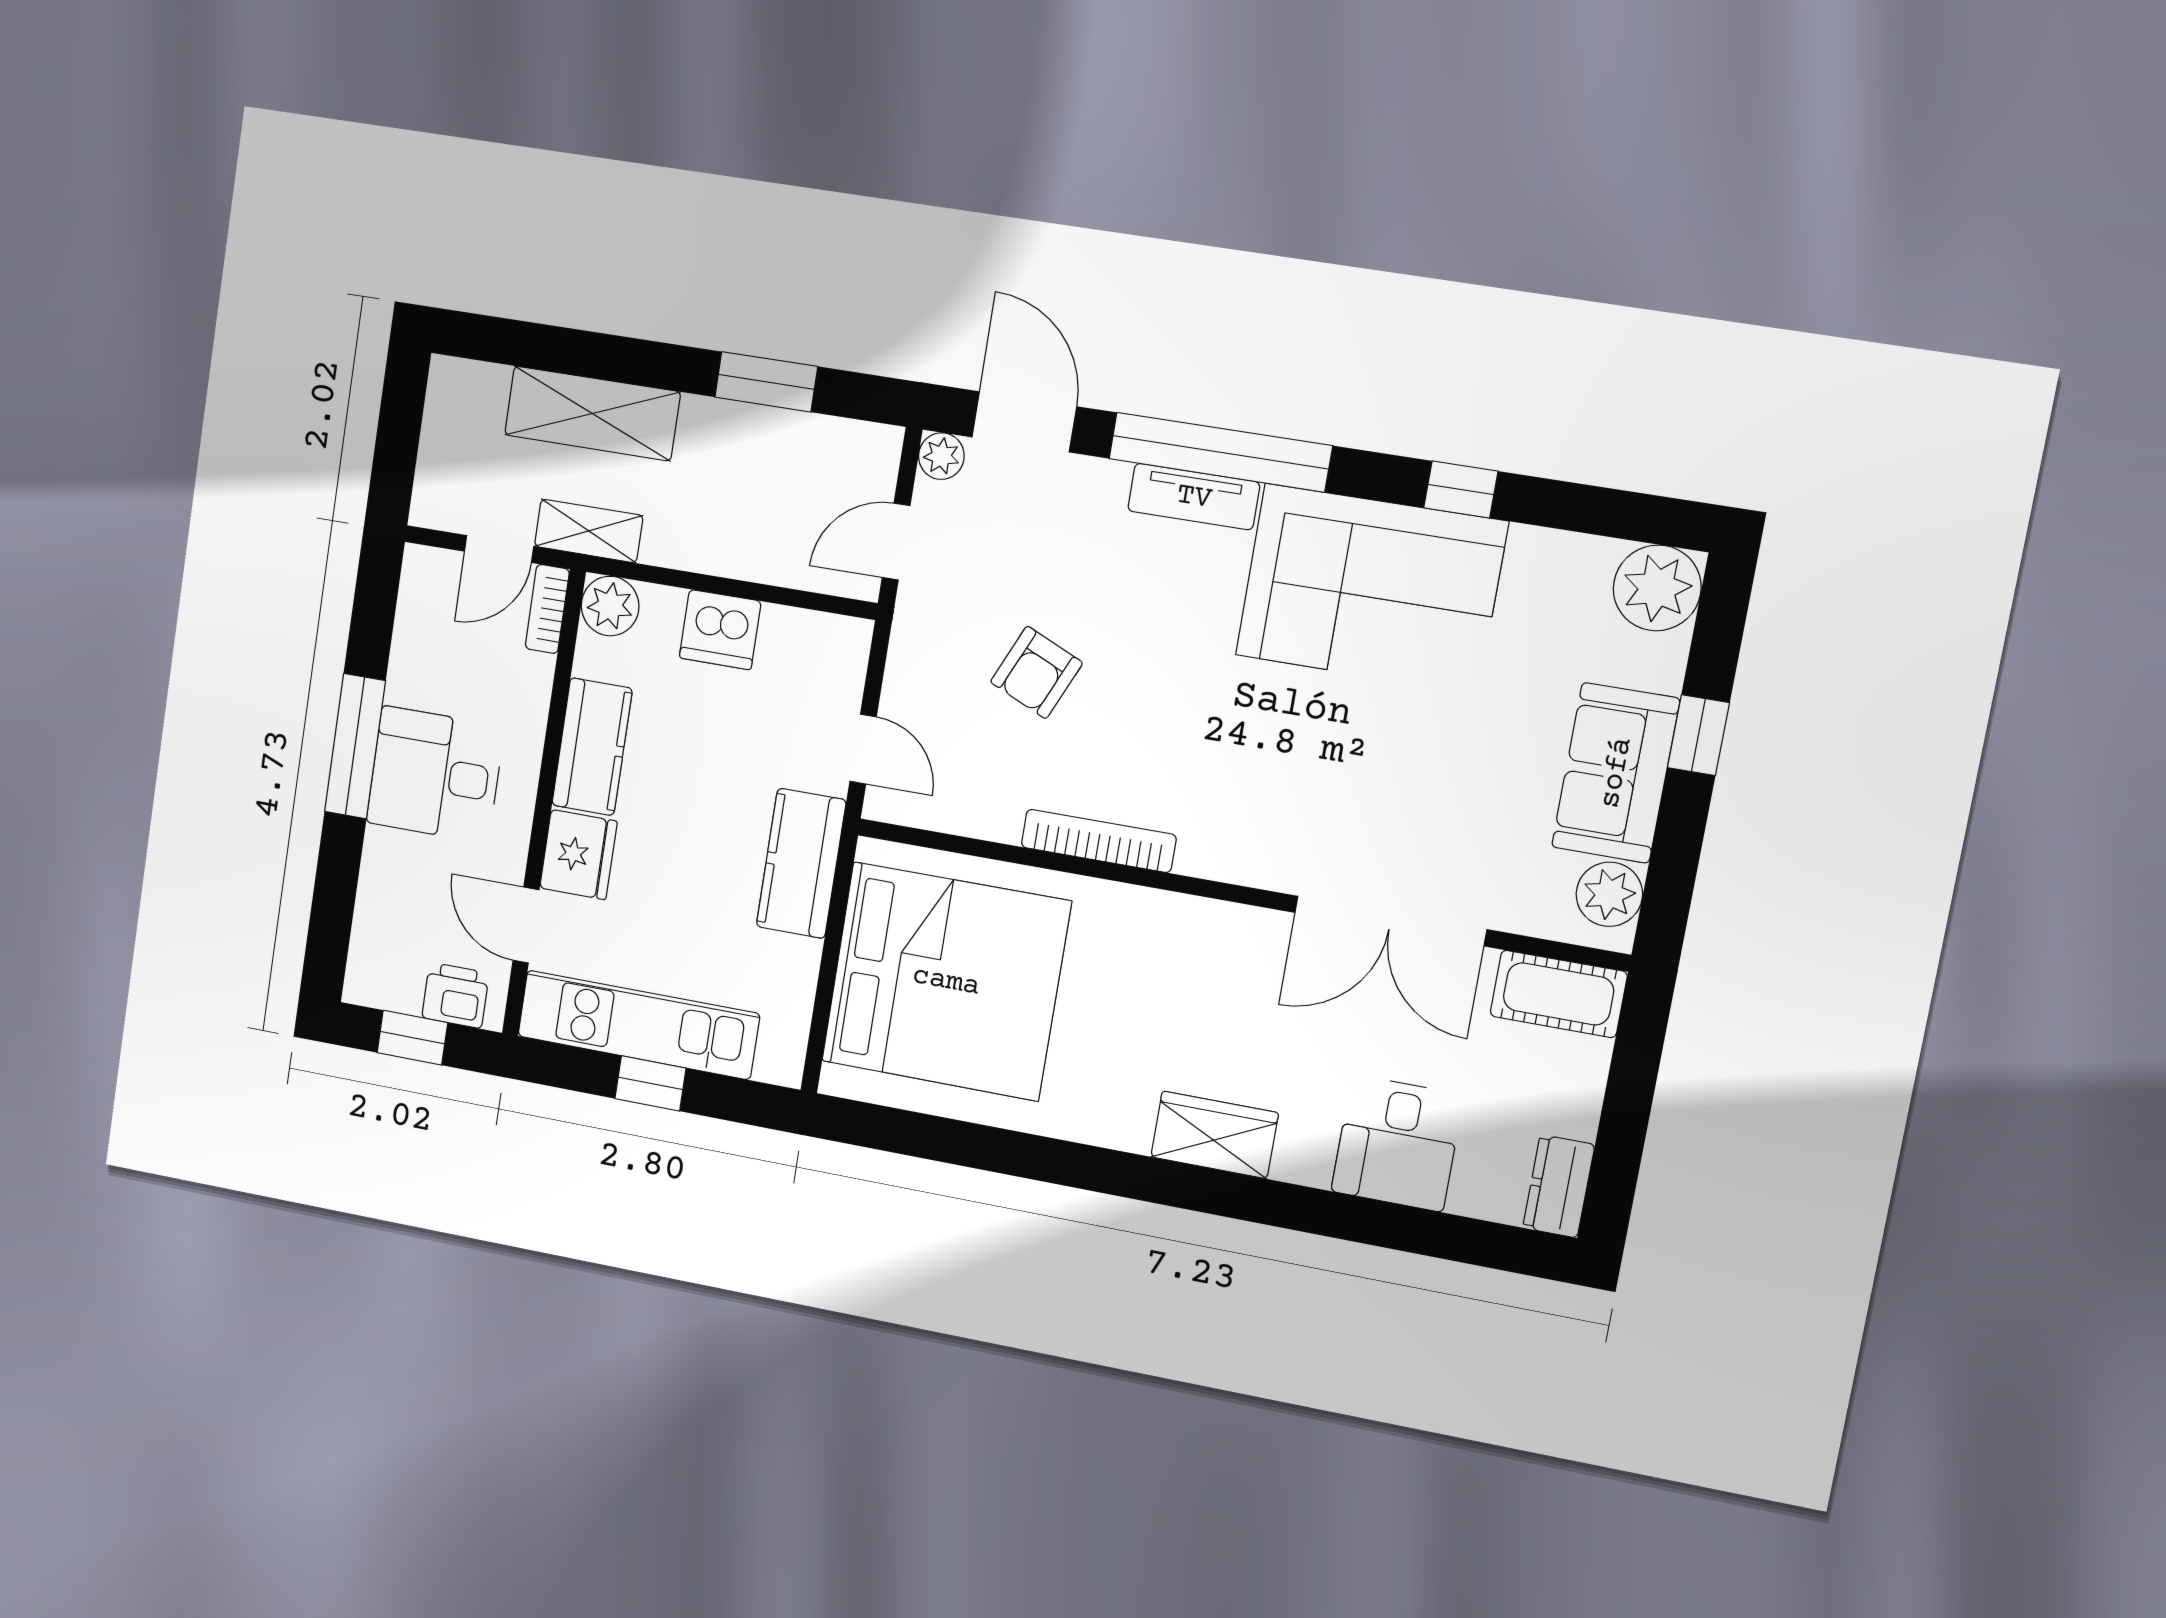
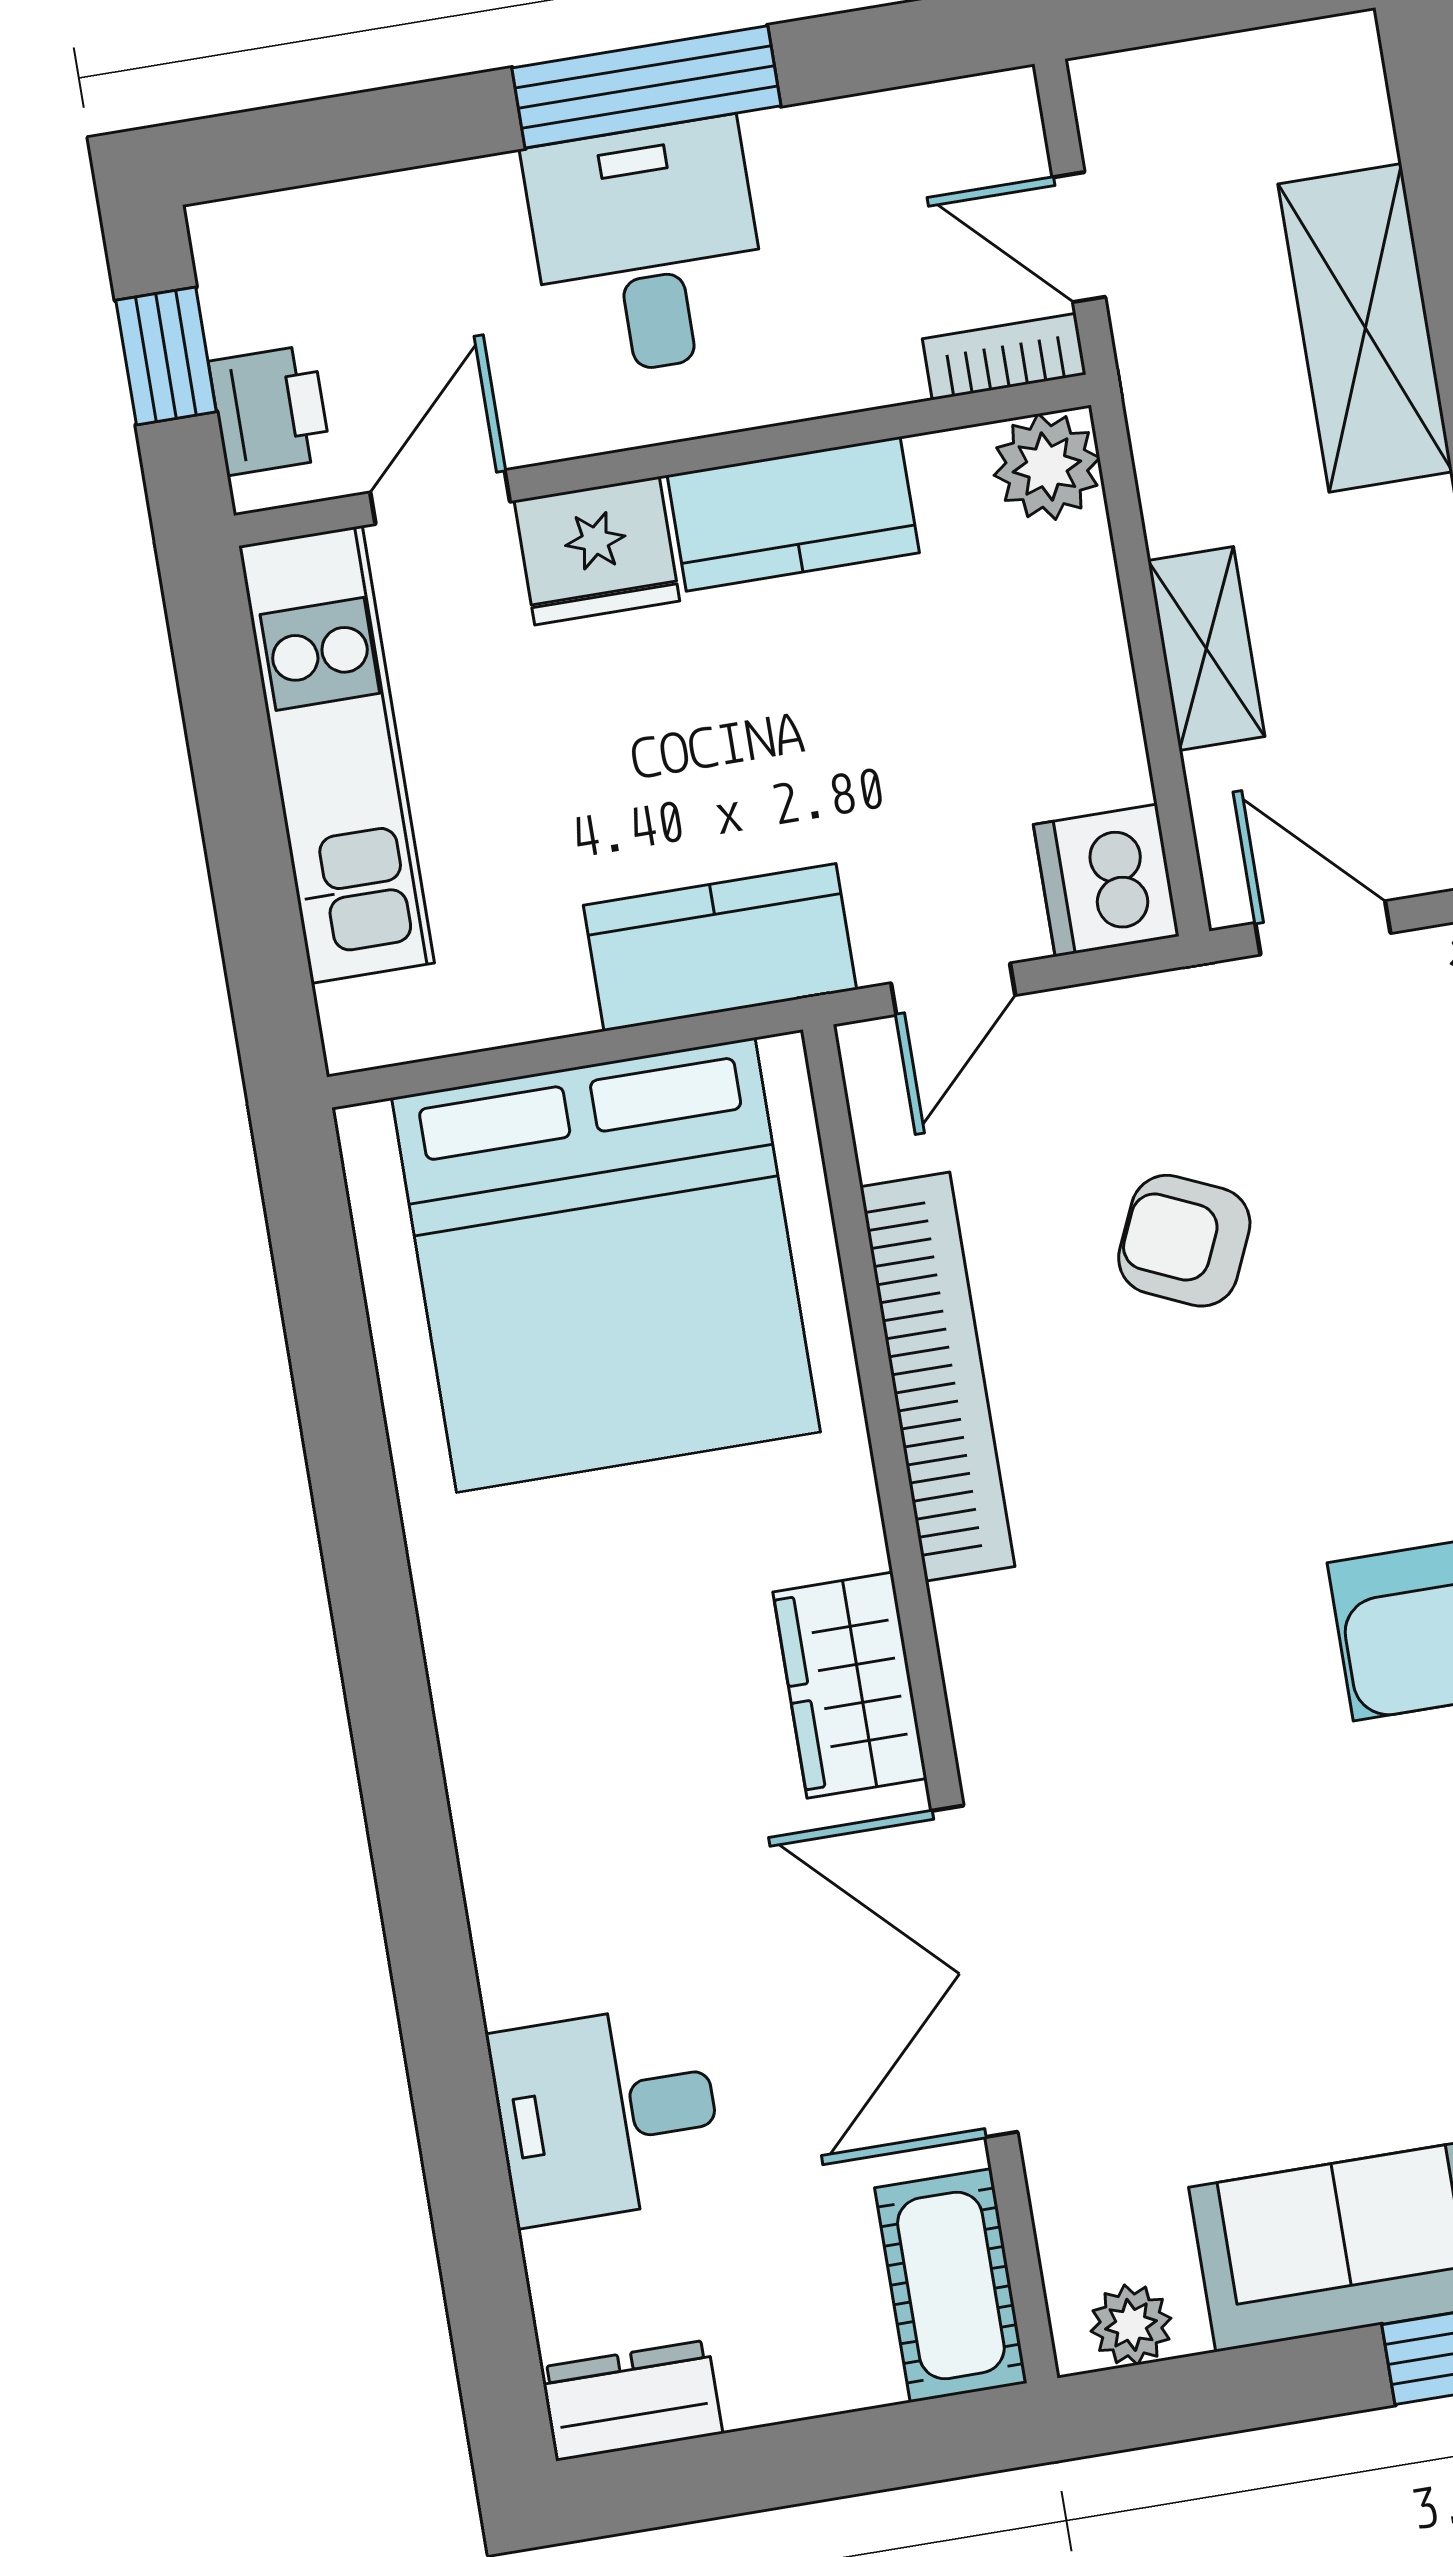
shelving: (589, 531) -> (1206, 648), moved
dishwasher: (720, 630) -> (1106, 880), moved
bookcase: (1099, 841) -> (937, 1377), width x1.48, depth x1.31
plant: (1609, 894) -> (1131, 2325), width x0.73, depth x0.73
window: (650, 1083) -> (241, 810), removed
wardrobe: (1215, 1135) -> (850, 1685), moved, turned 180

